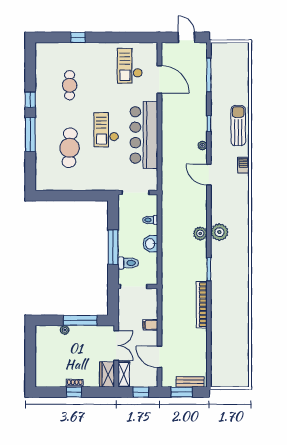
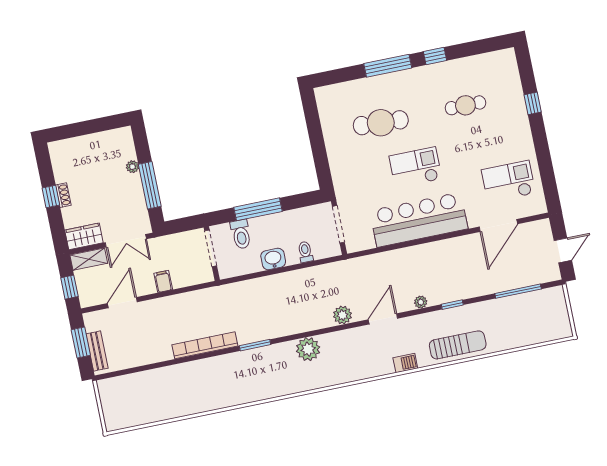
plant: (200, 233) -> (342, 315), moved

